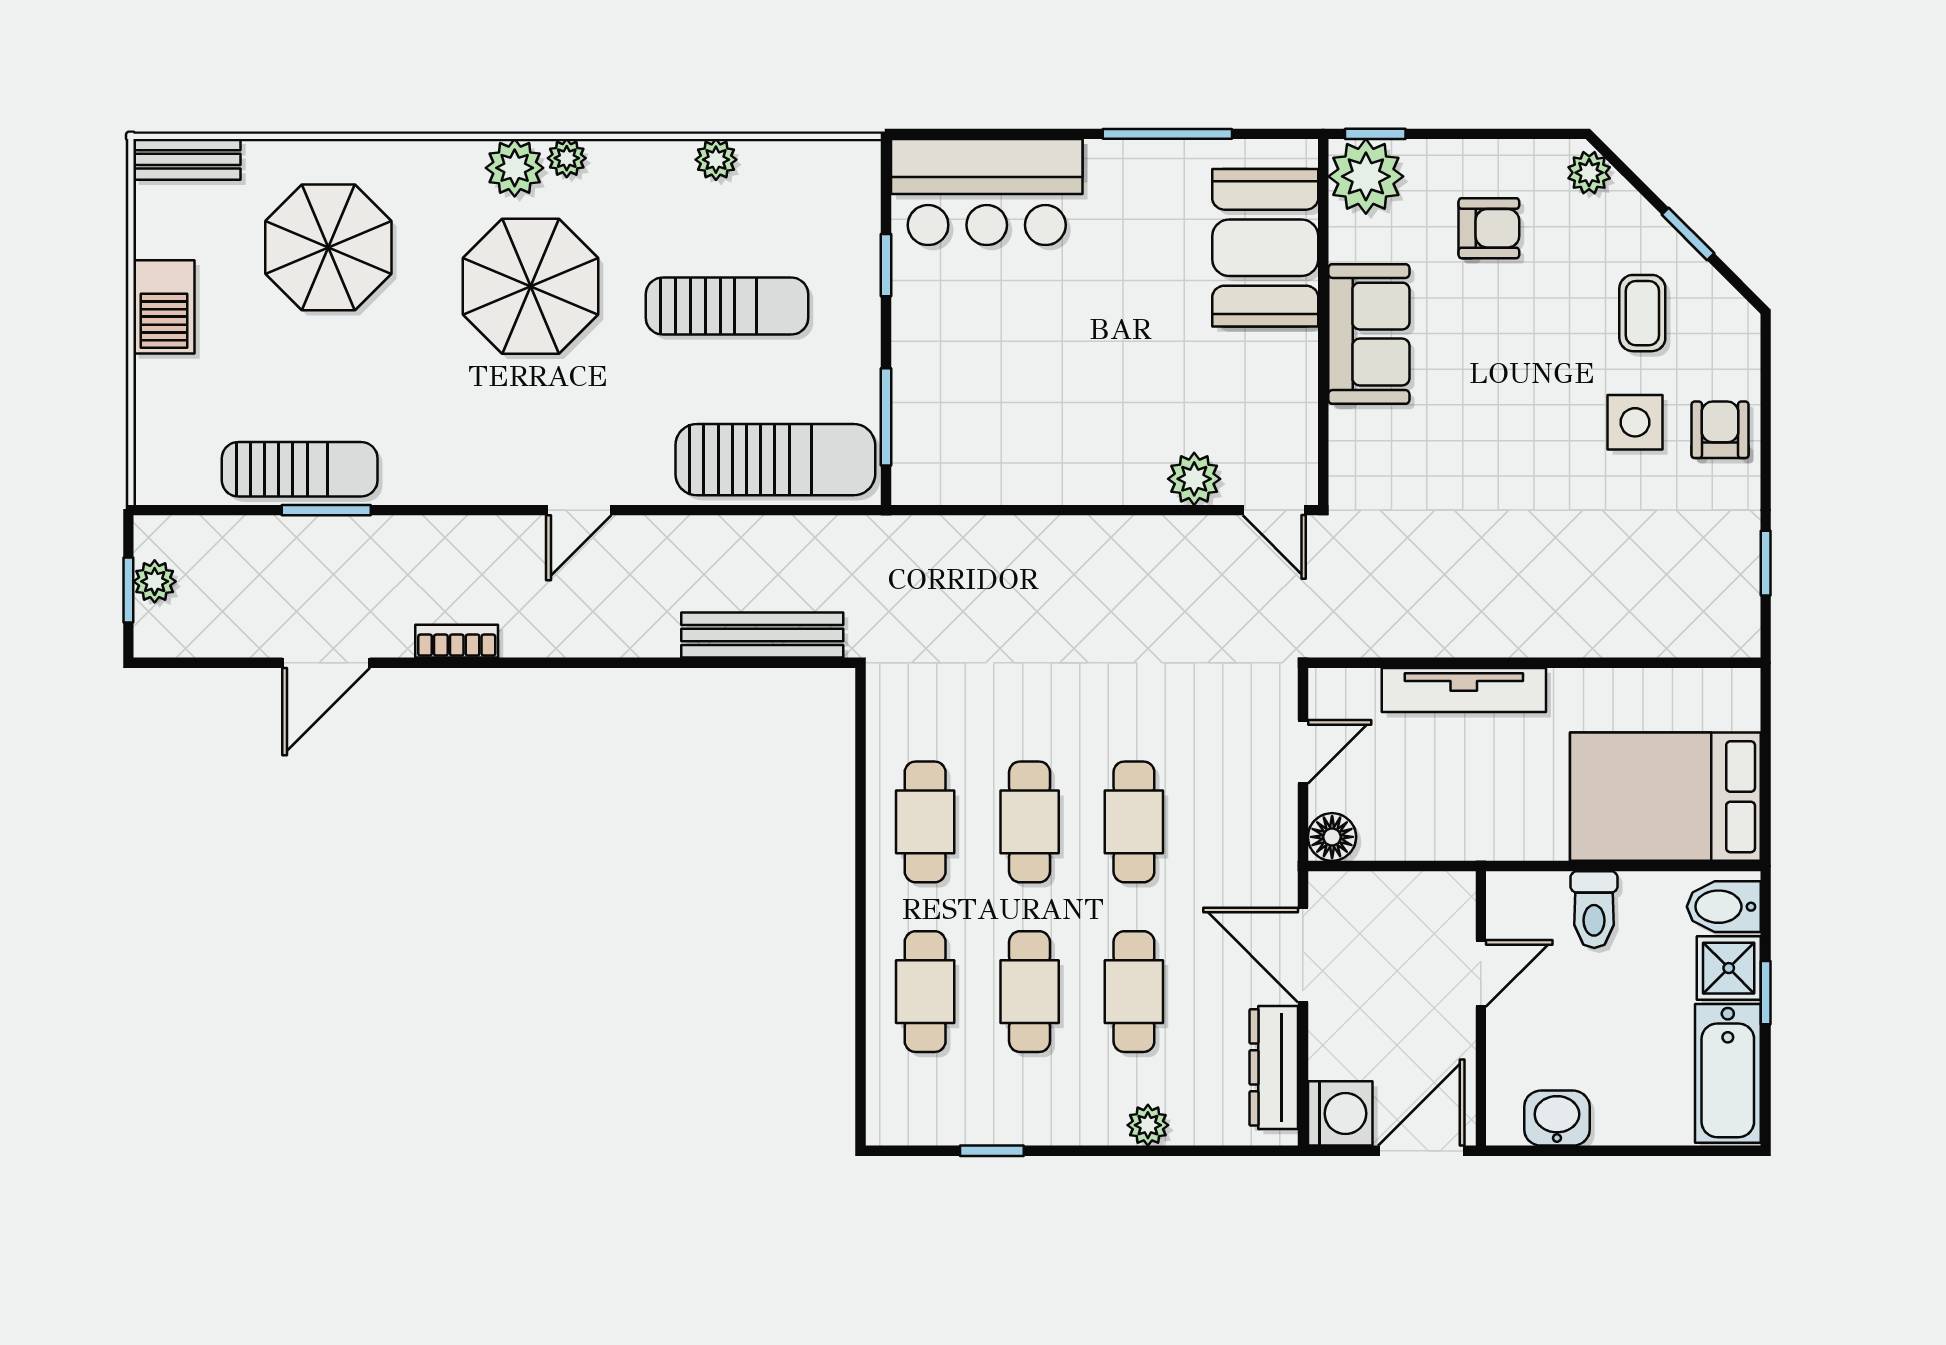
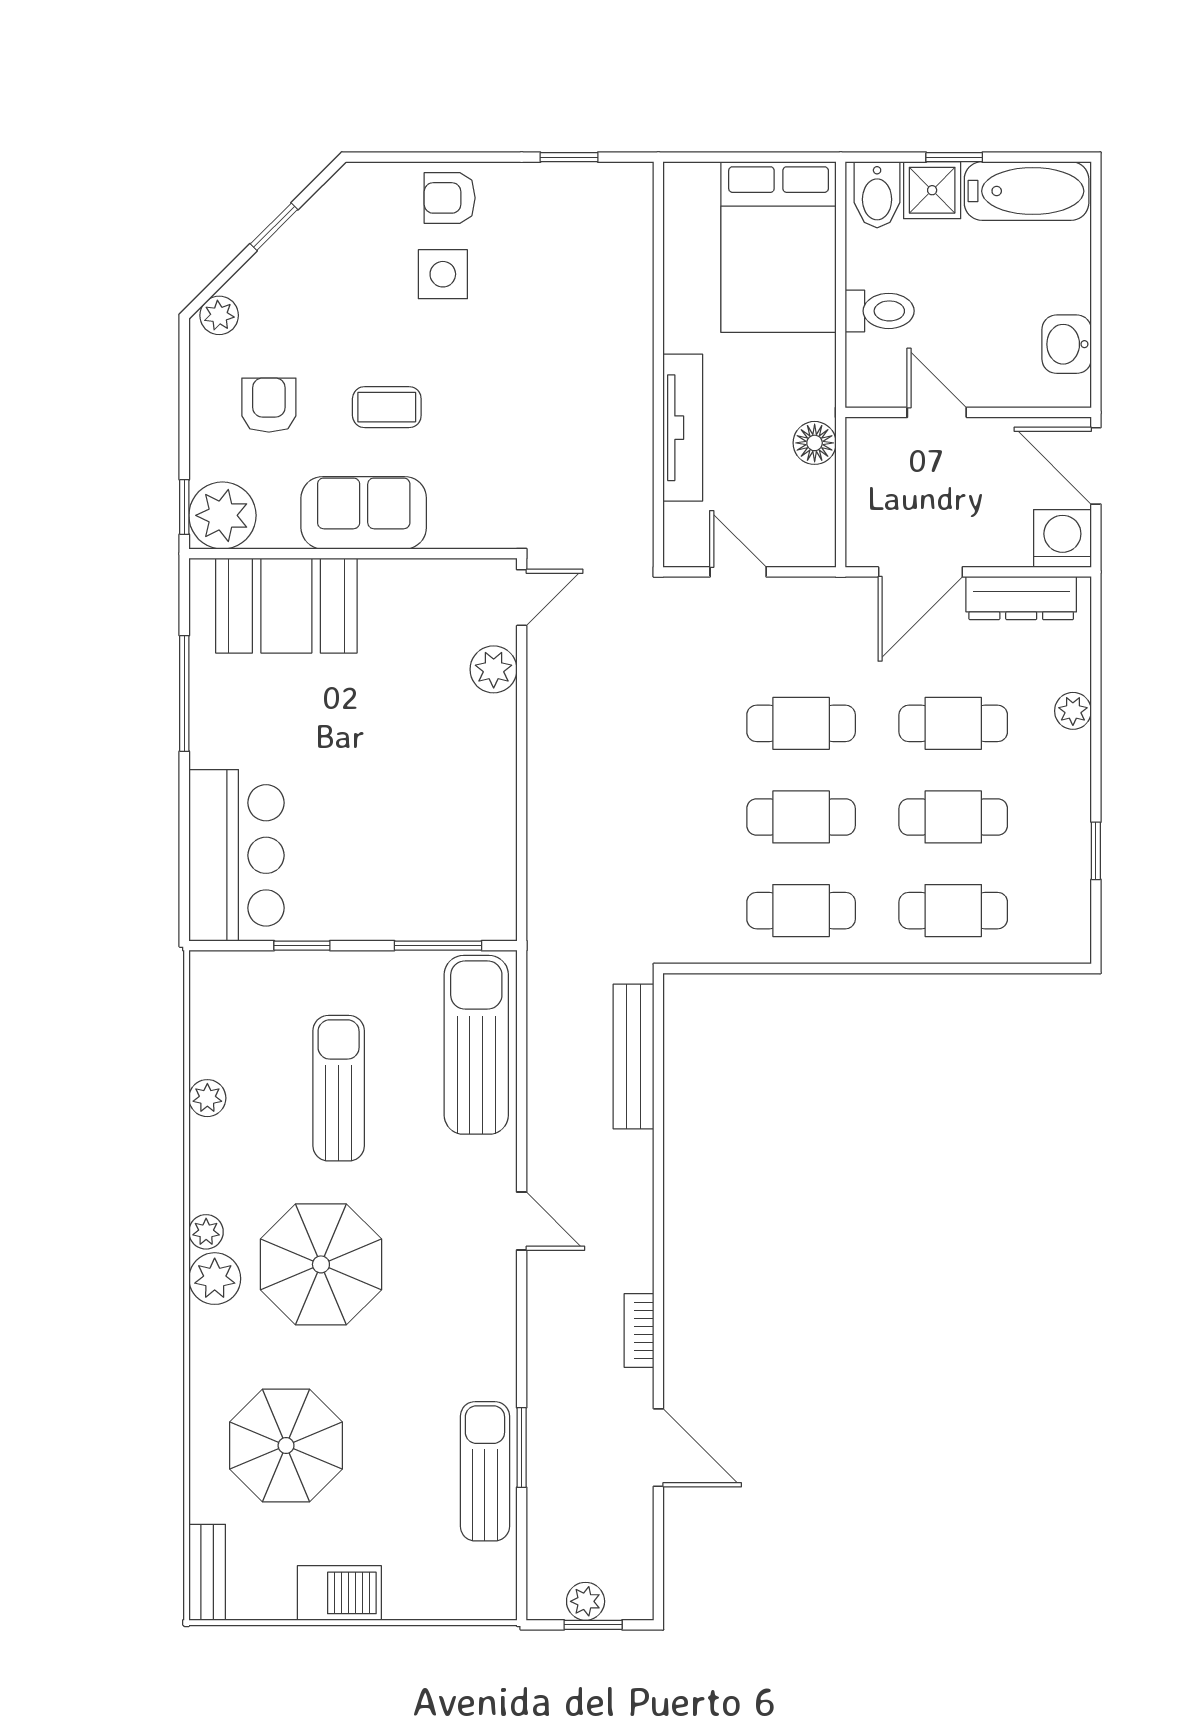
coffee table: (1642, 313) -> (387, 407), moved
floor lamp: (1332, 837) -> (815, 443), moved

